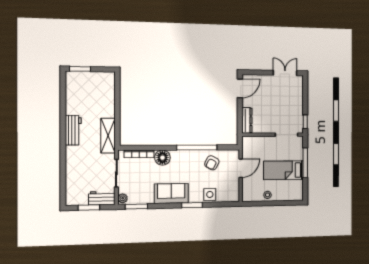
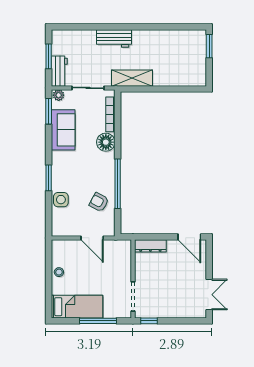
workbench: (73, 130) -> (114, 38), moved
bed: (283, 170) -> (77, 307), moved, turned 90
sofa: (171, 193) -> (63, 130), moved

